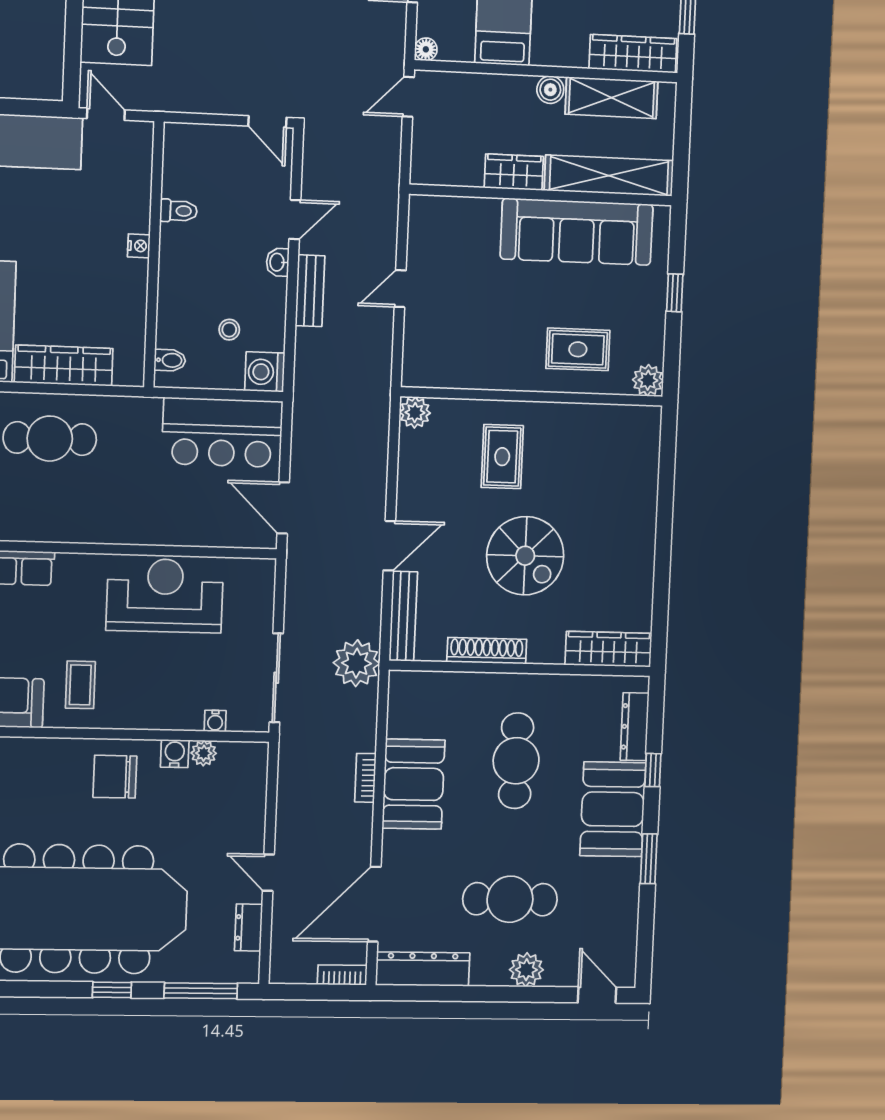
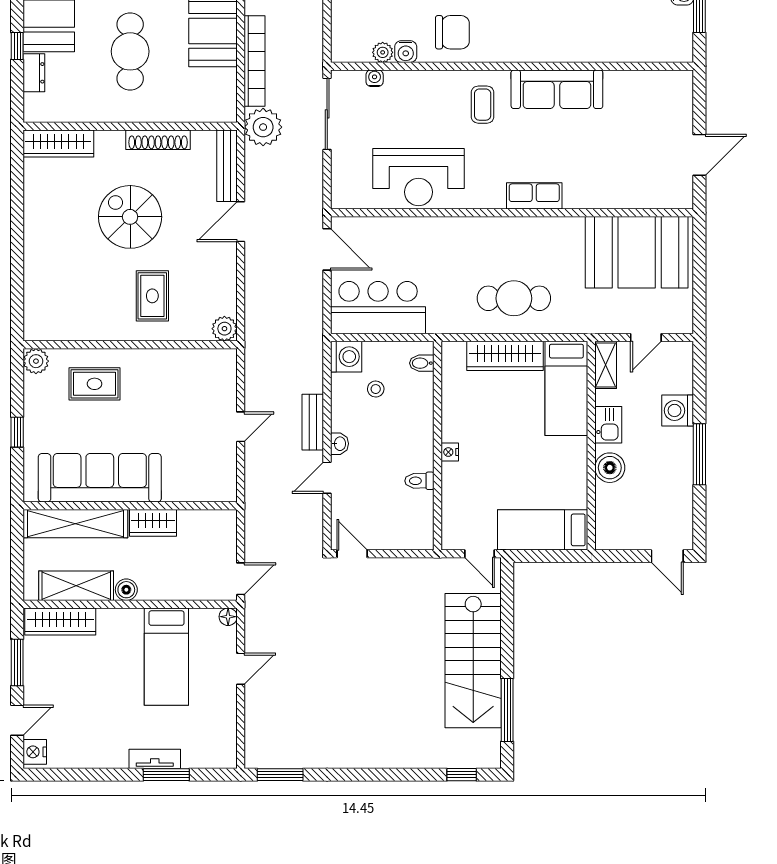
dresser: (635, 727) -> (34, 73), width x0.70
bookcase: (365, 778) -> (255, 61), width x2.31, depth x1.31

